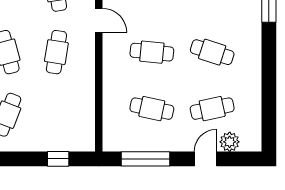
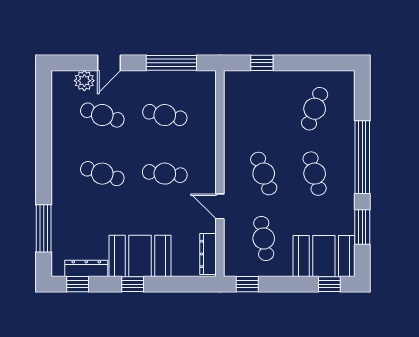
cafe table: (56, 52) -> (264, 174), turned -30
cafe table: (212, 109) -> (102, 115), turned 30

